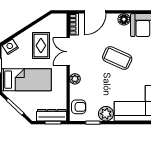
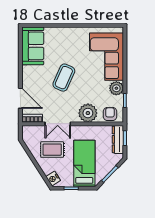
floor lamp: (124, 19) -> (27, 71), removed
plant: (75, 79) -> (88, 113), width x1.88, depth x1.88

